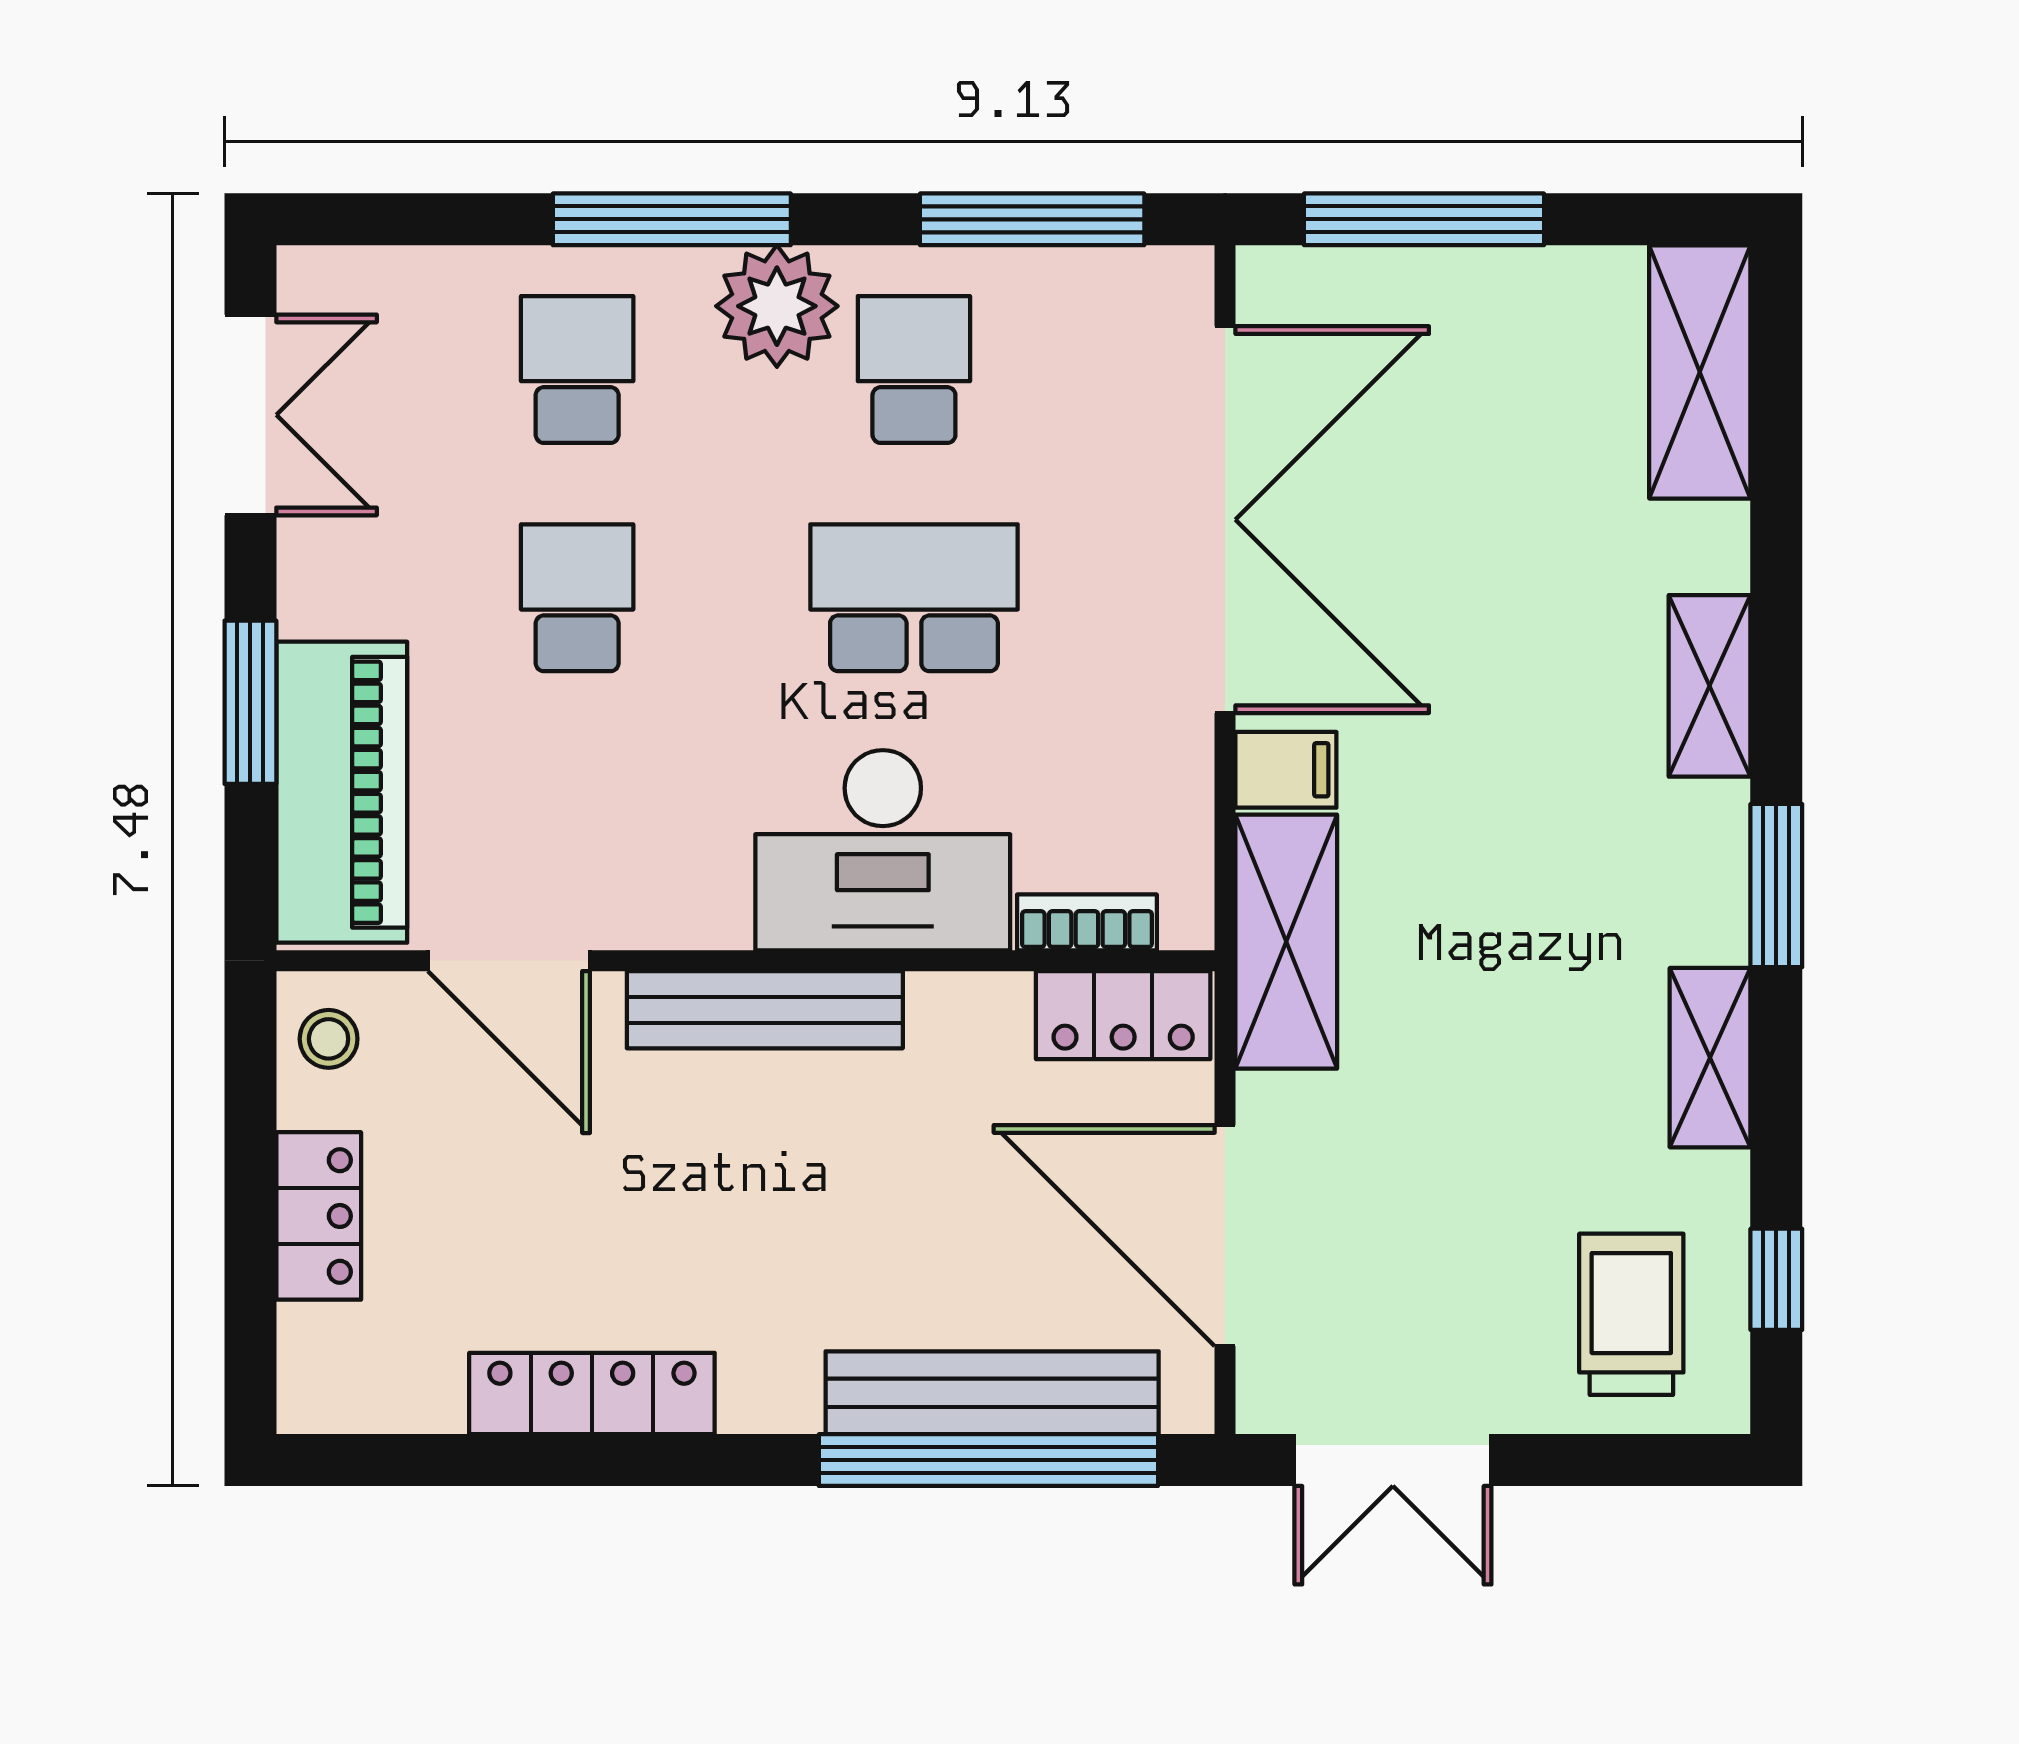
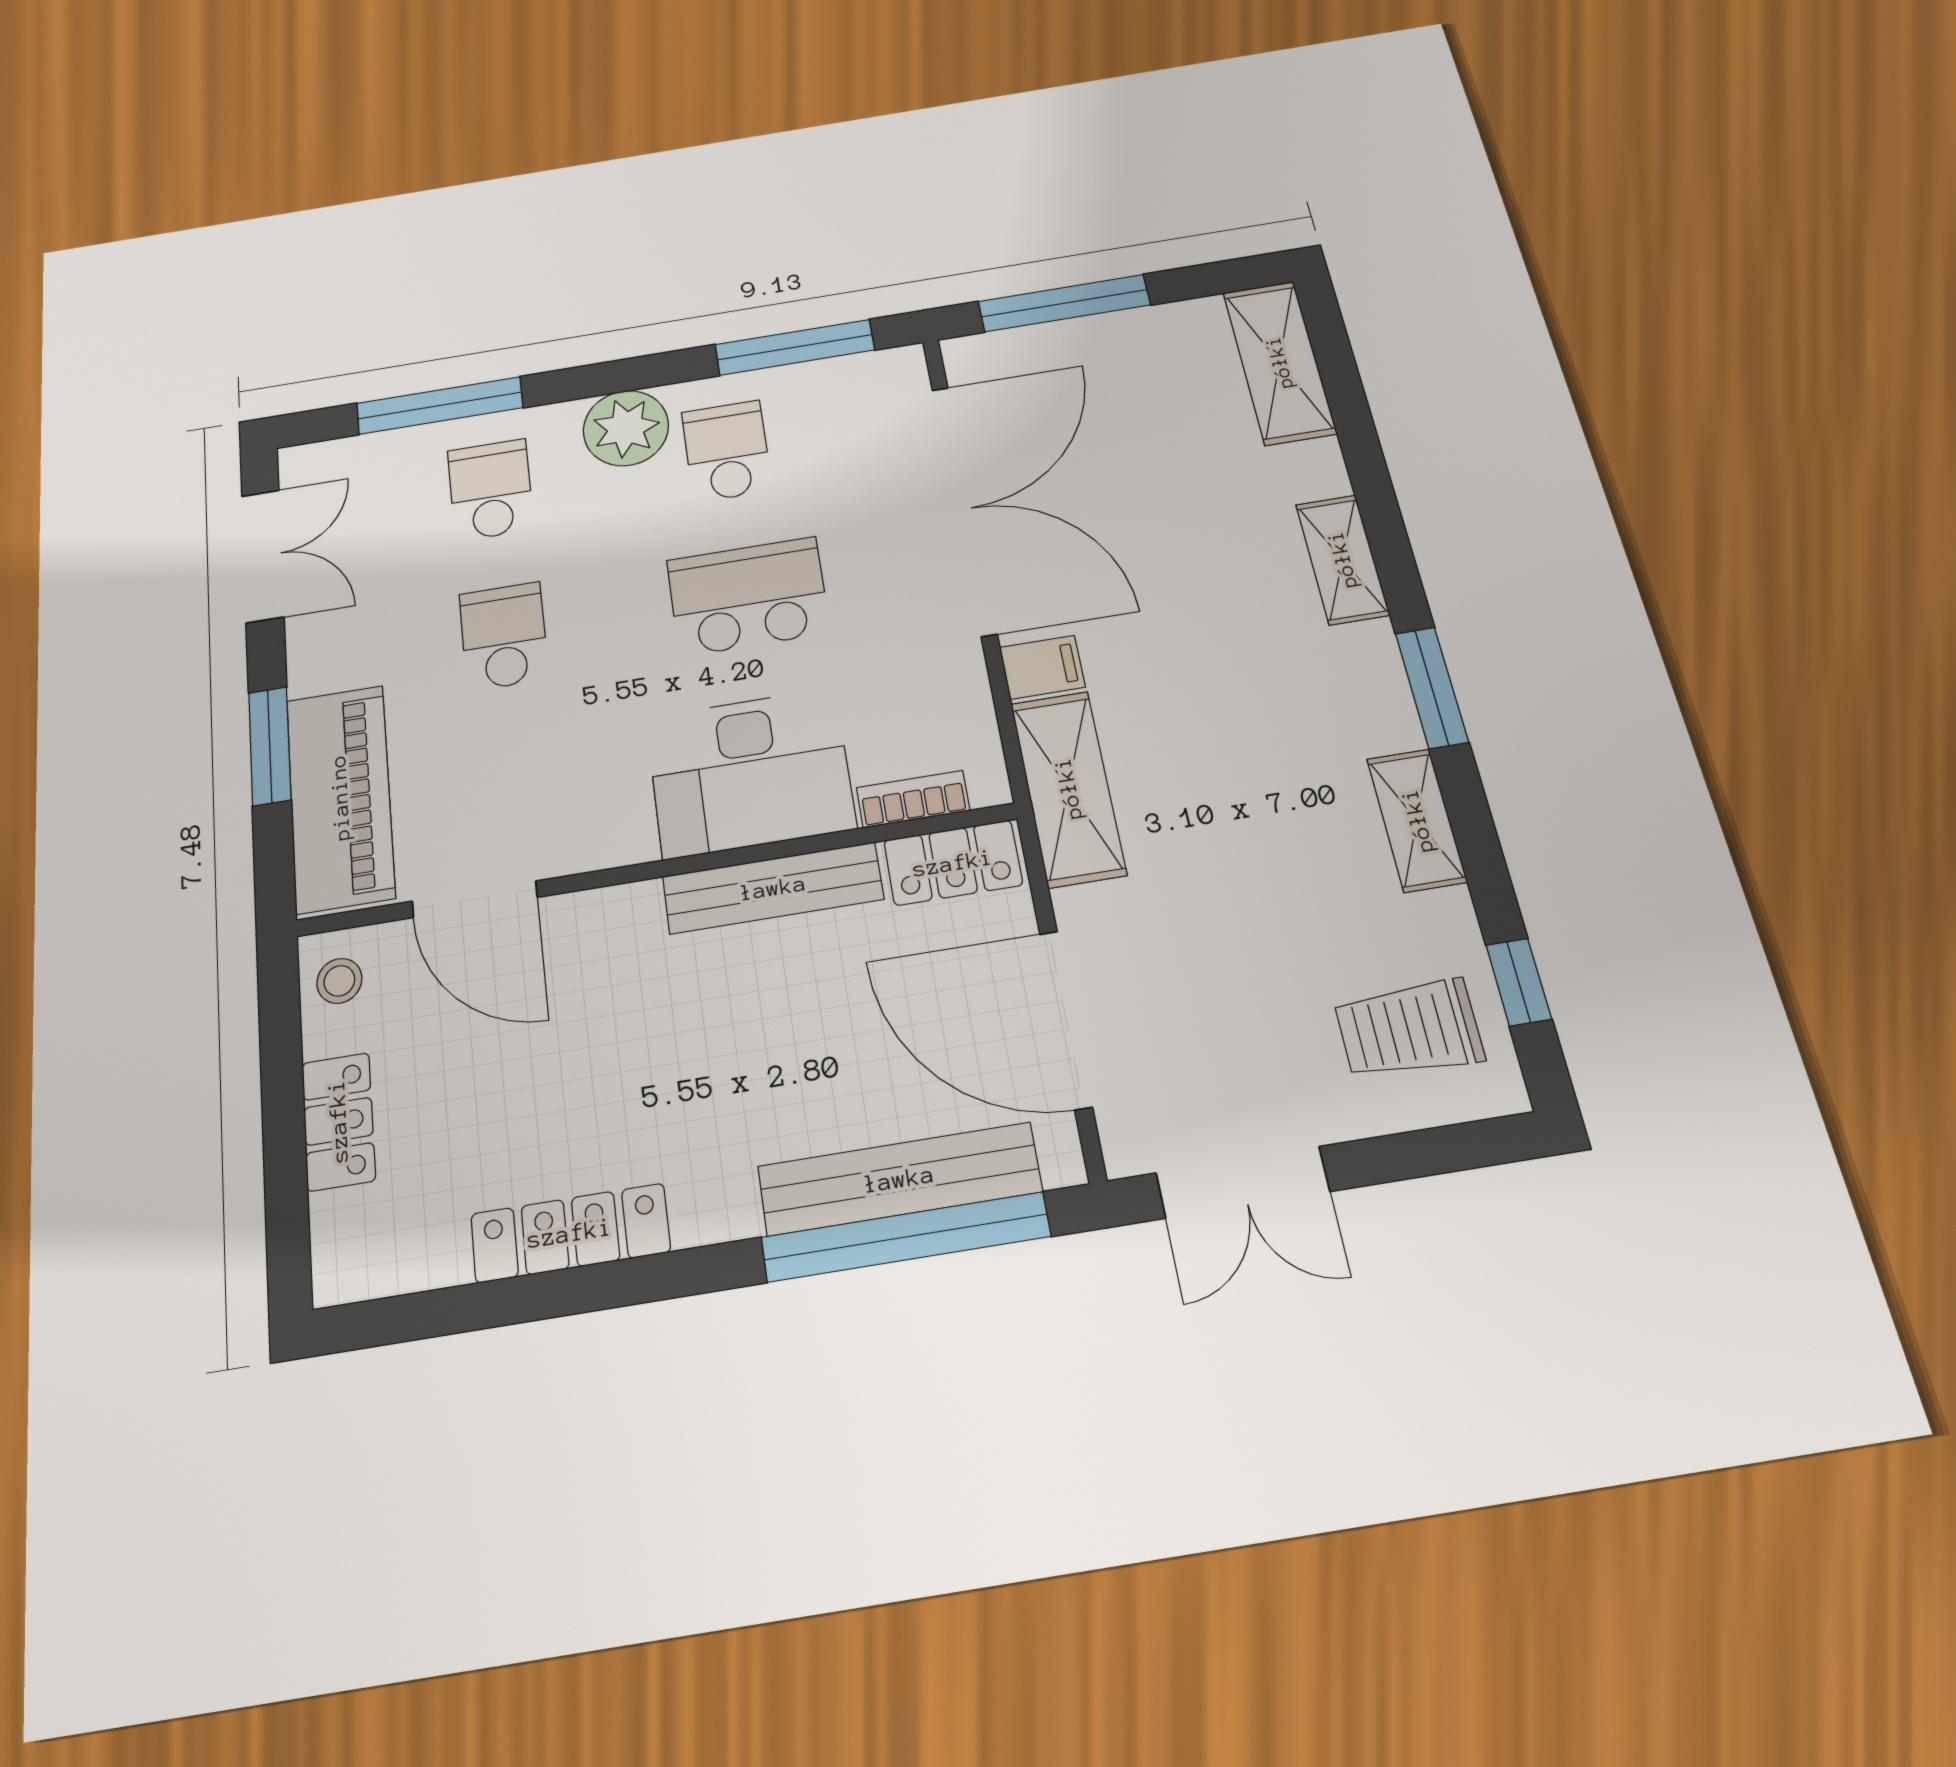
window: (672, 219) -> (440, 405), moved
bench: (765, 1010) -> (773, 888), moved
trolley: (1631, 1314) -> (1409, 1029), turned -90

